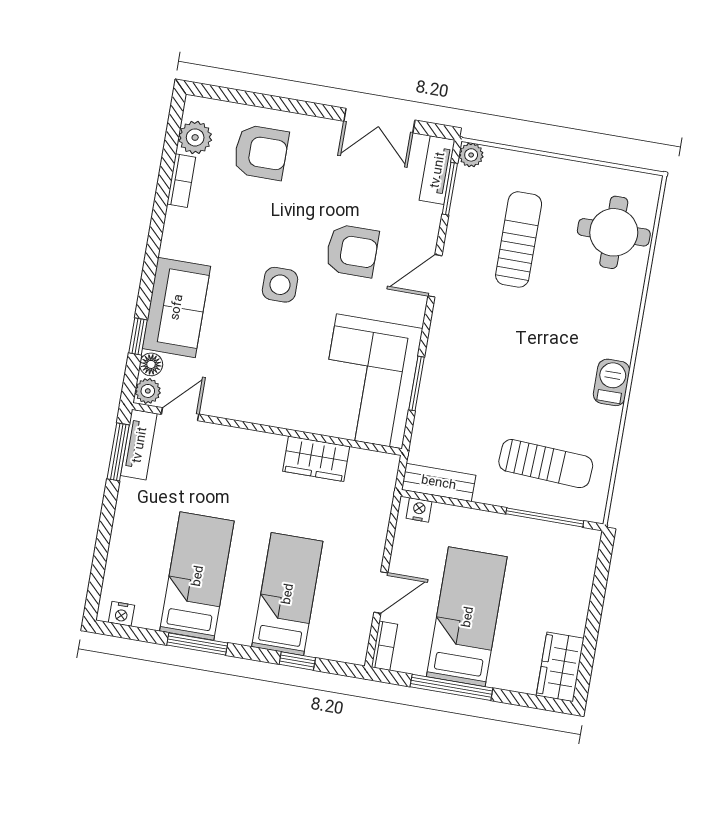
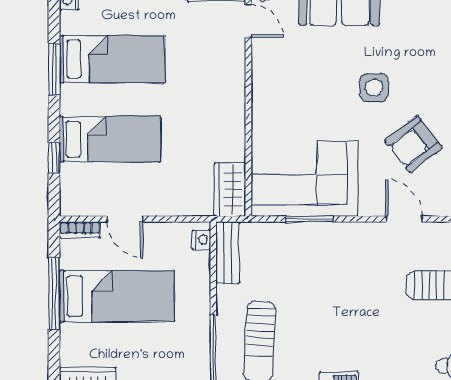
armchair: (352, 251) -> (414, 144), turned 52
wardrobe: (316, 459) -> (230, 189), moved

